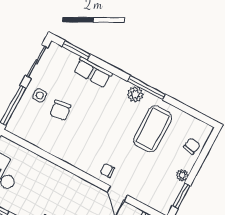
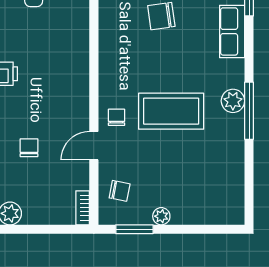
coffee table: (153, 129) -> (171, 111), moved
chair: (192, 146) -> (120, 191), moved

